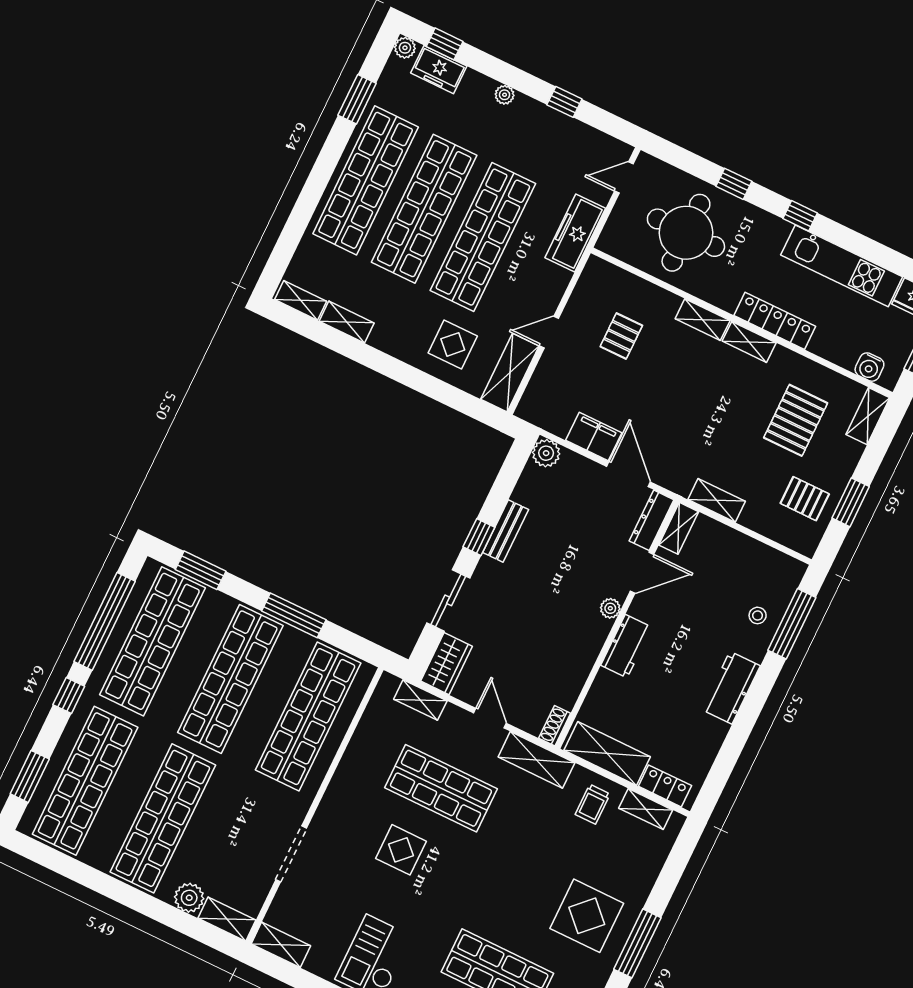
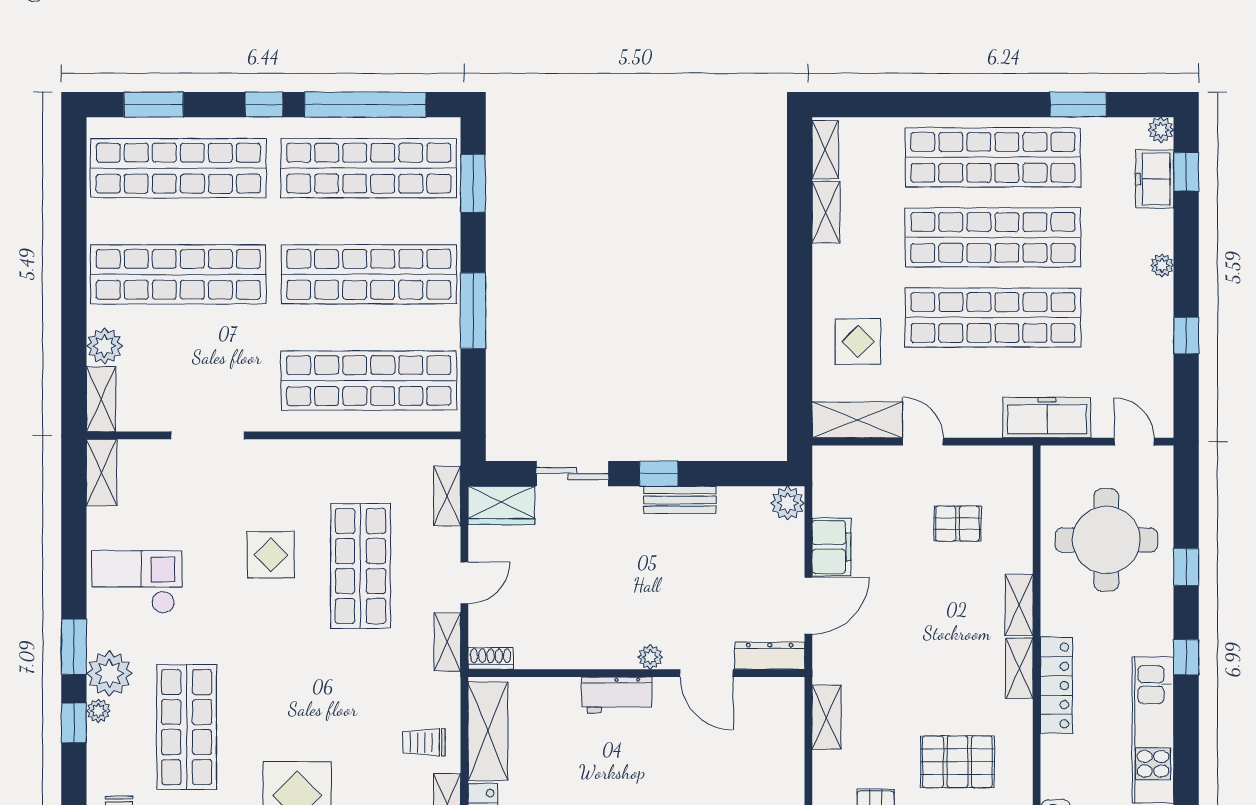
shelving: (679, 528) -> (775, 690), removed
shelving: (536, 760) -> (447, 642), width x0.67, depth x0.75

